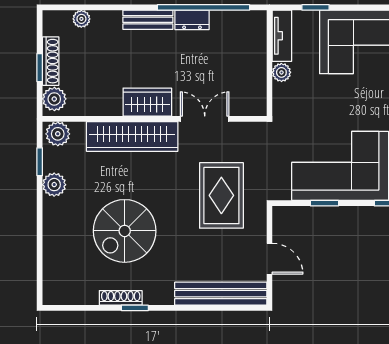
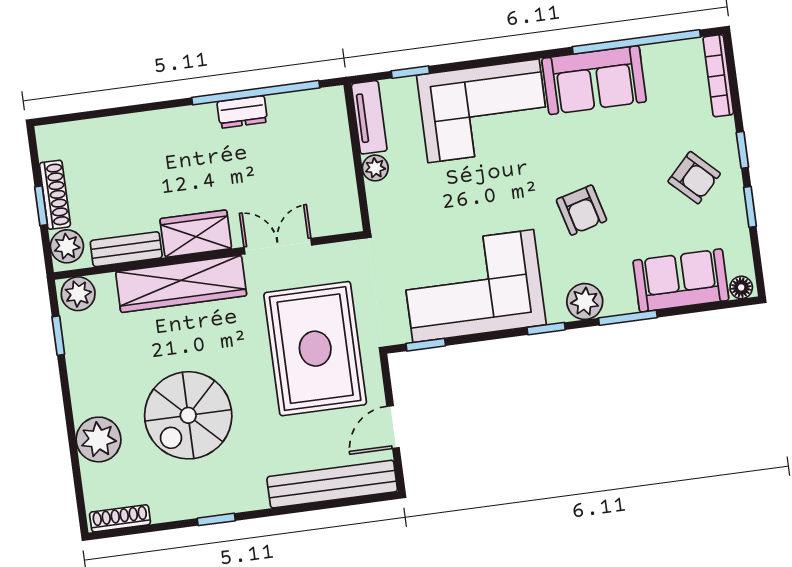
plant: (81, 19) -> (90, 131), removed
bench: (148, 20) -> (126, 249), moved
plant: (54, 185) -> (99, 439), moved, width x1.36, depth x1.36
rug: (221, 195) -> (315, 349), width x1.37, depth x1.44
window: (324, 203) -> (426, 345), moved
door: (269, 259) -> (393, 427), swing flipped
shoe rack: (121, 298) -> (120, 518), moved

